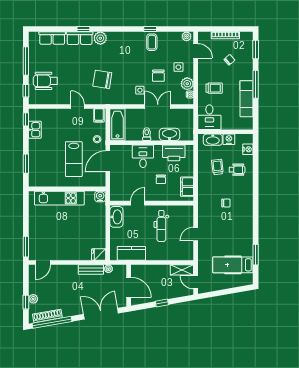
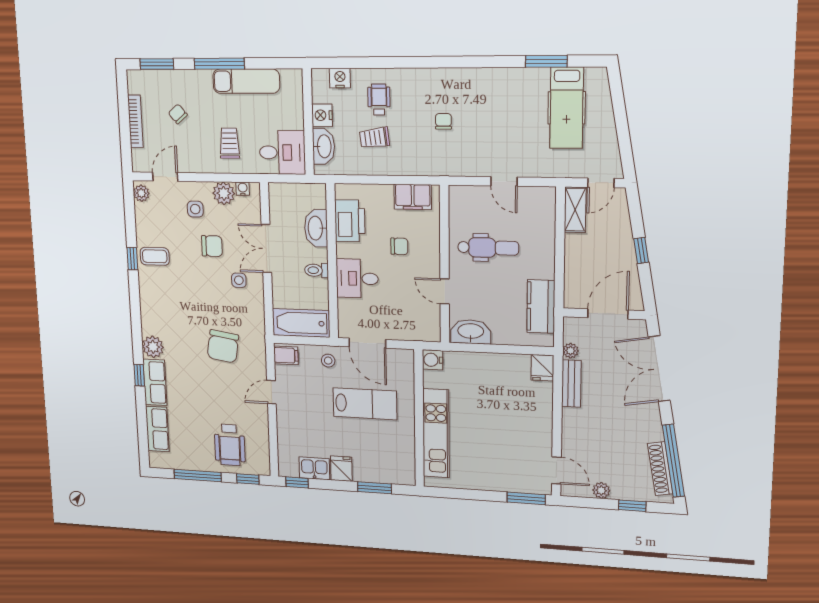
fridge: (36, 145) -> (341, 469), added
plant: (33, 299) -> (601, 490), moved

